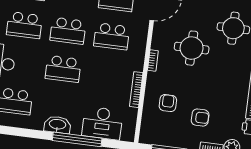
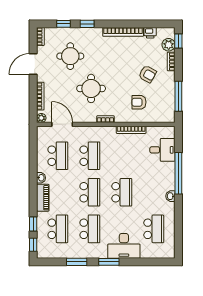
armchair: (200, 118) -> (147, 74), turned 119
desk: (102, 123) -> (162, 150), width x0.73
washbasin: (57, 125) -> (170, 196), width x0.52, depth x0.69

